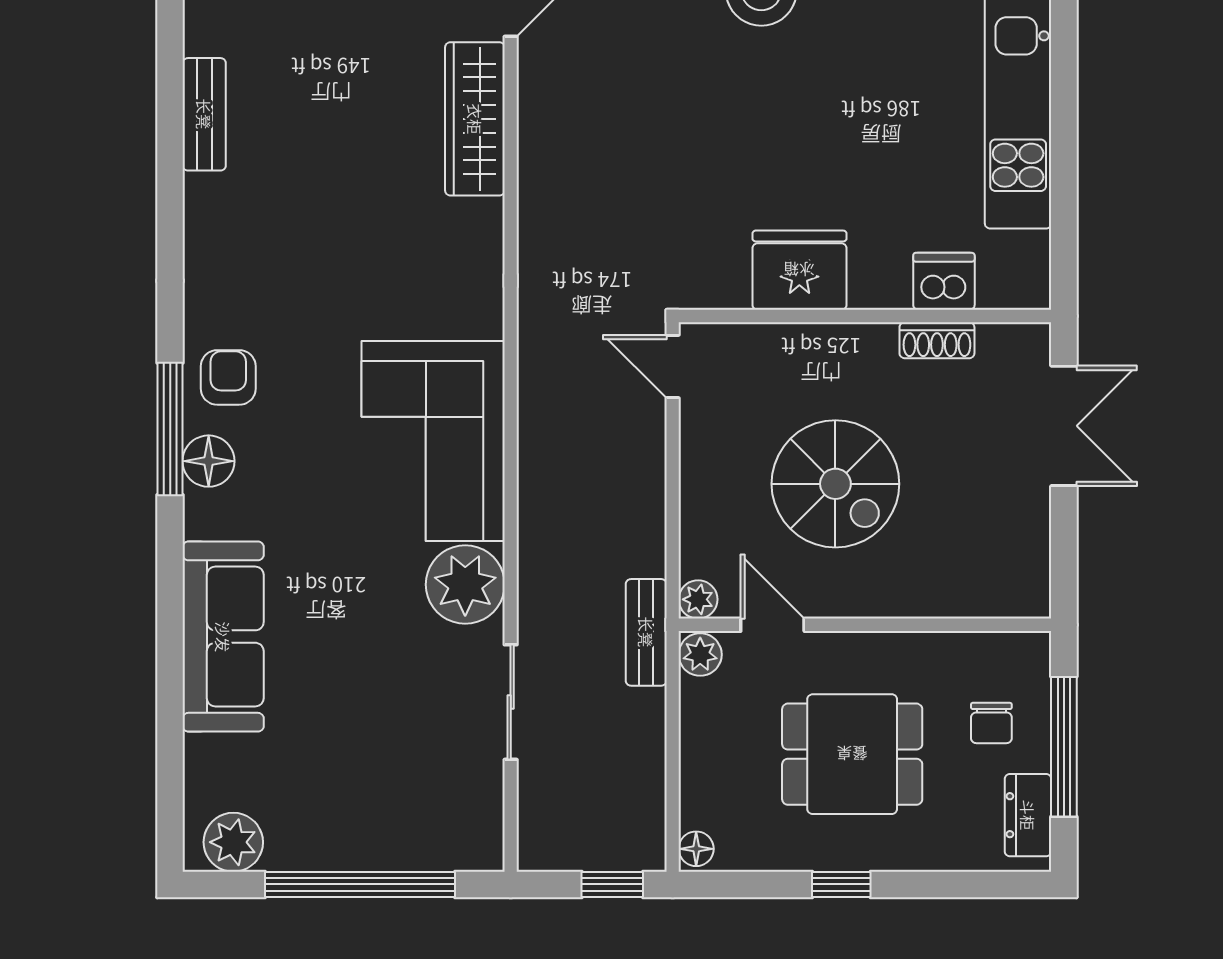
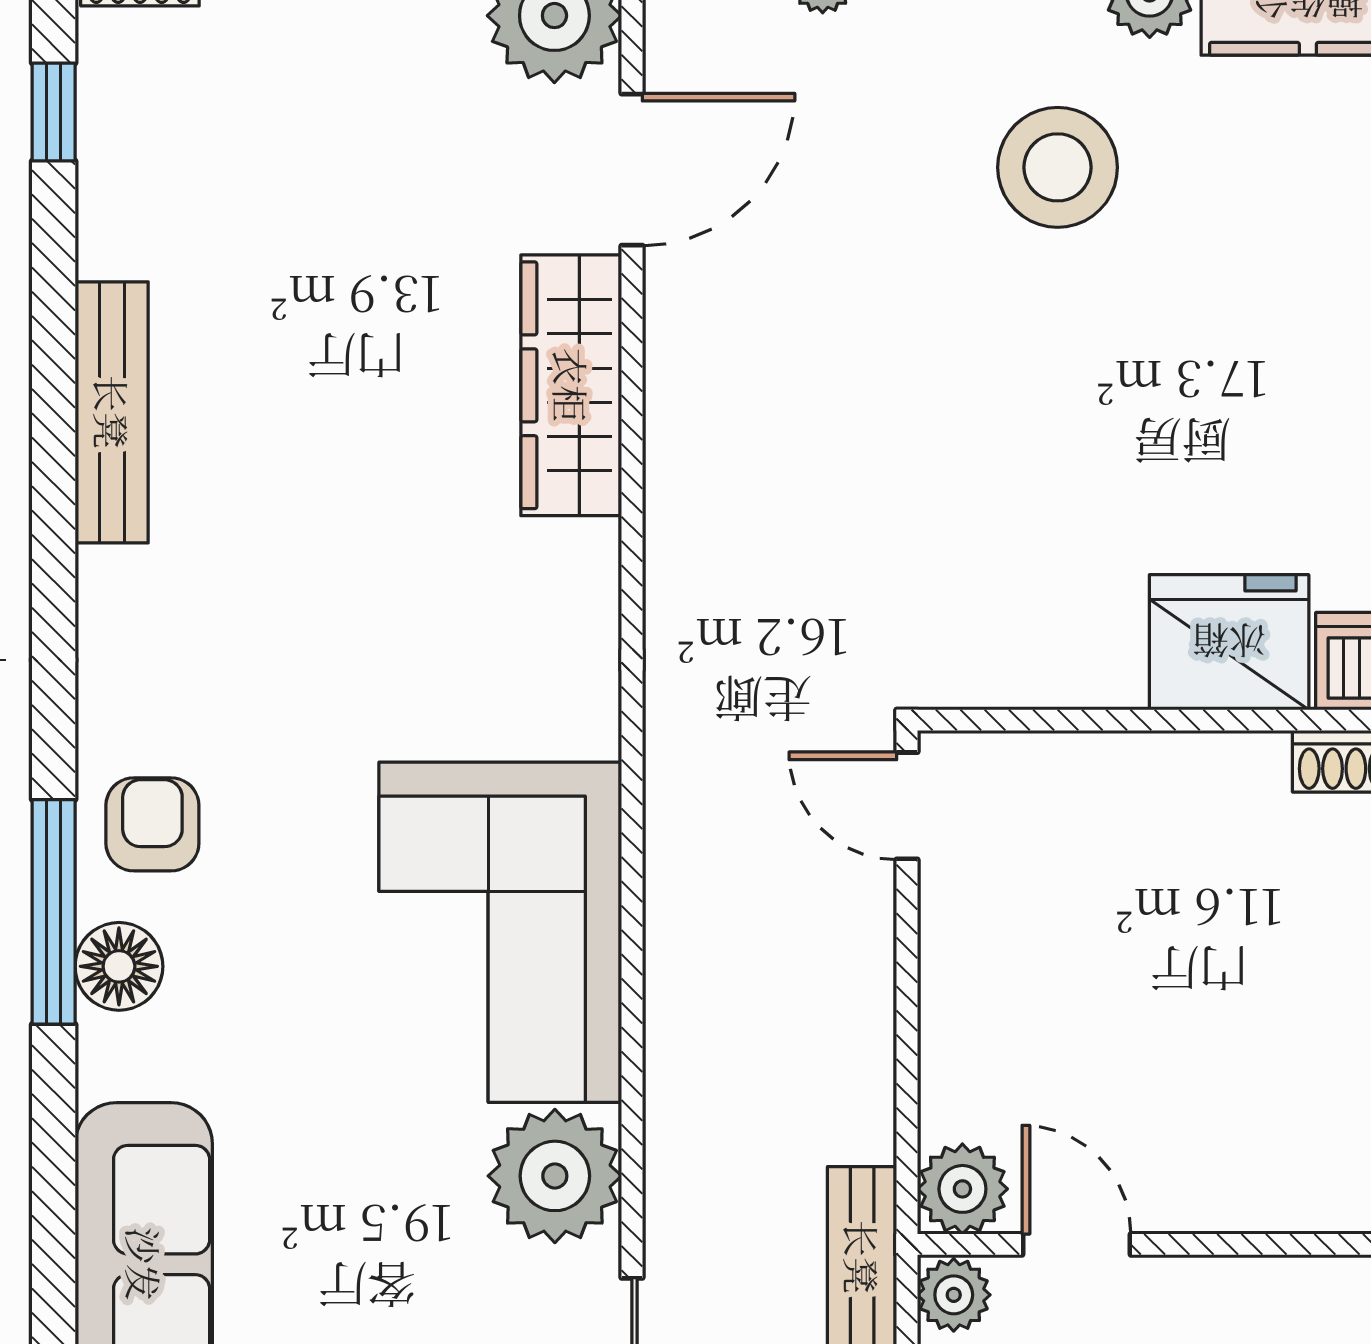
bench: (204, 114) -> (112, 412), width x1.36
fridge: (799, 270) -> (1229, 642), moved
spiral stairs: (835, 484) -> (1183, 1005), removed
plant: (698, 599) -> (962, 1189), width x1.38, depth x1.38

